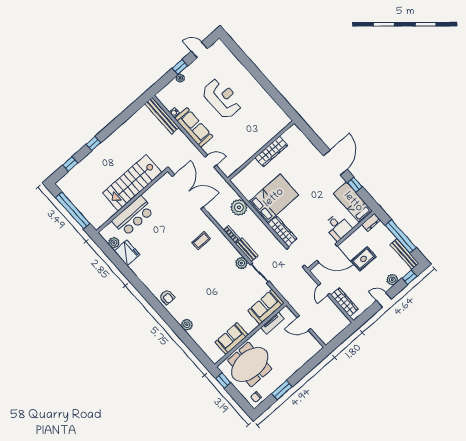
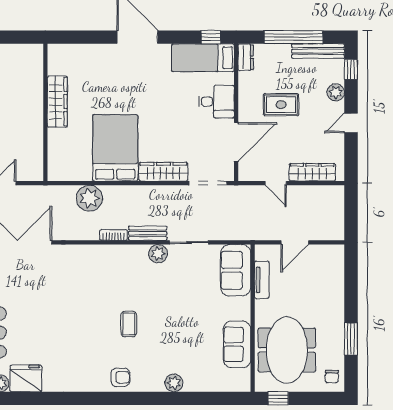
window: (355, 185) -> (211, 37), moved
coffee table: (201, 241) -> (129, 324), moved
rug: (363, 259) -> (281, 105), turned 90

